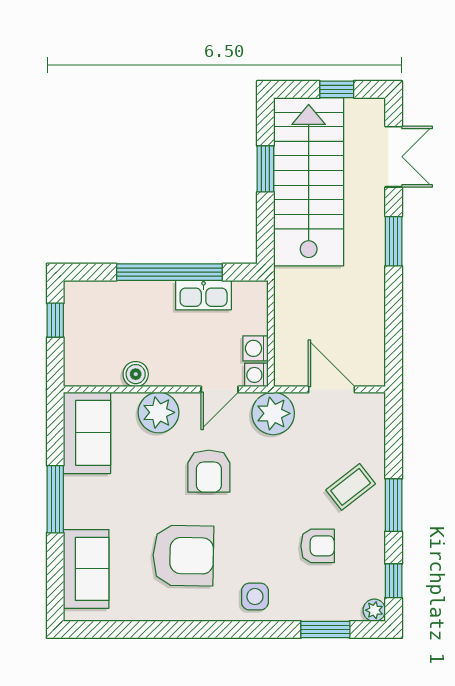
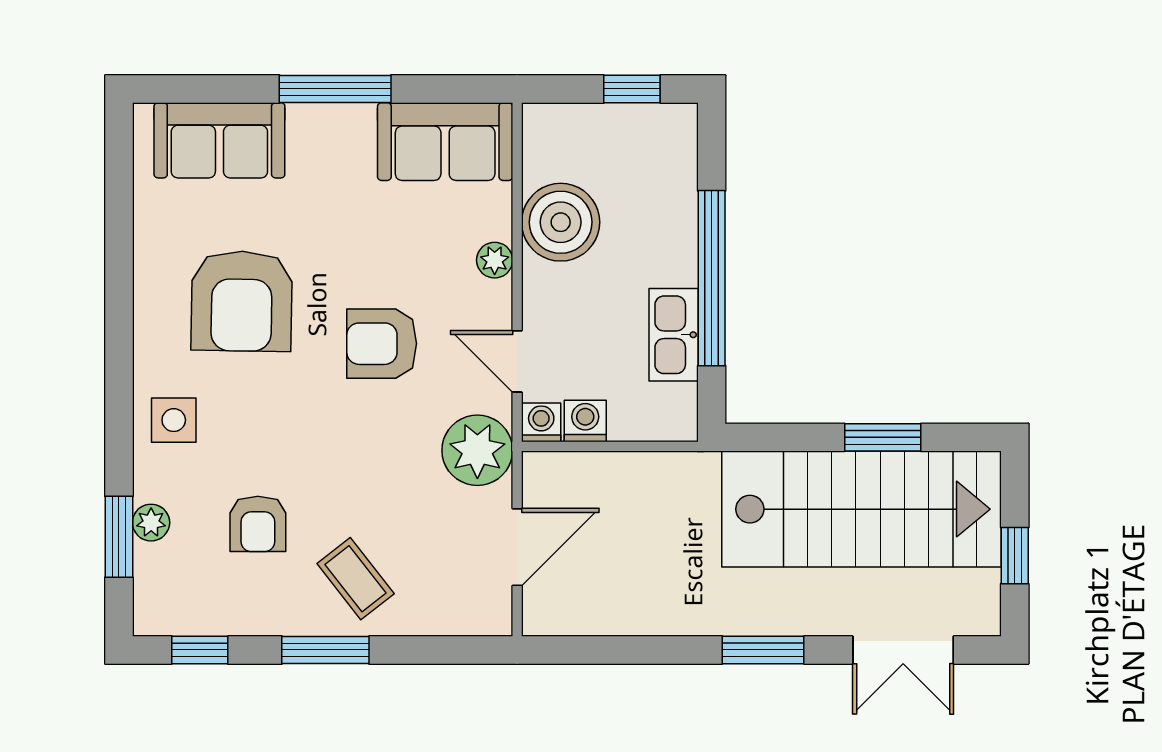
boiler: (136, 374) -> (561, 222), width x1.86, depth x1.86
plant: (159, 412) -> (495, 260), width x0.53, depth x0.53
plant: (374, 610) -> (151, 523), moved

